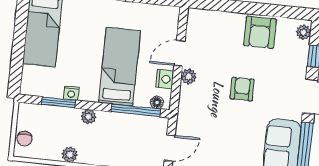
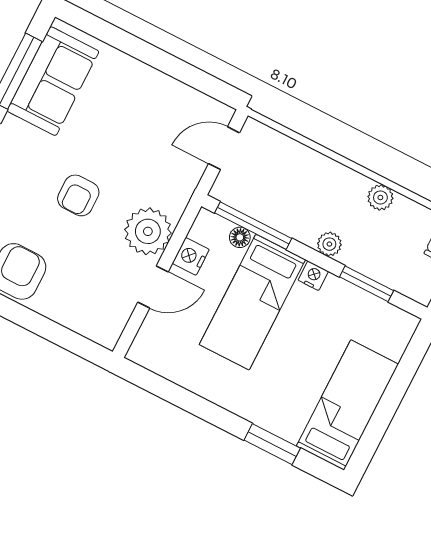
plant: (189, 76) -> (148, 231), width x1.88, depth x1.88
nightstand: (71, 93) -> (313, 276), moved
floor lamp: (157, 102) -> (240, 237), moved

